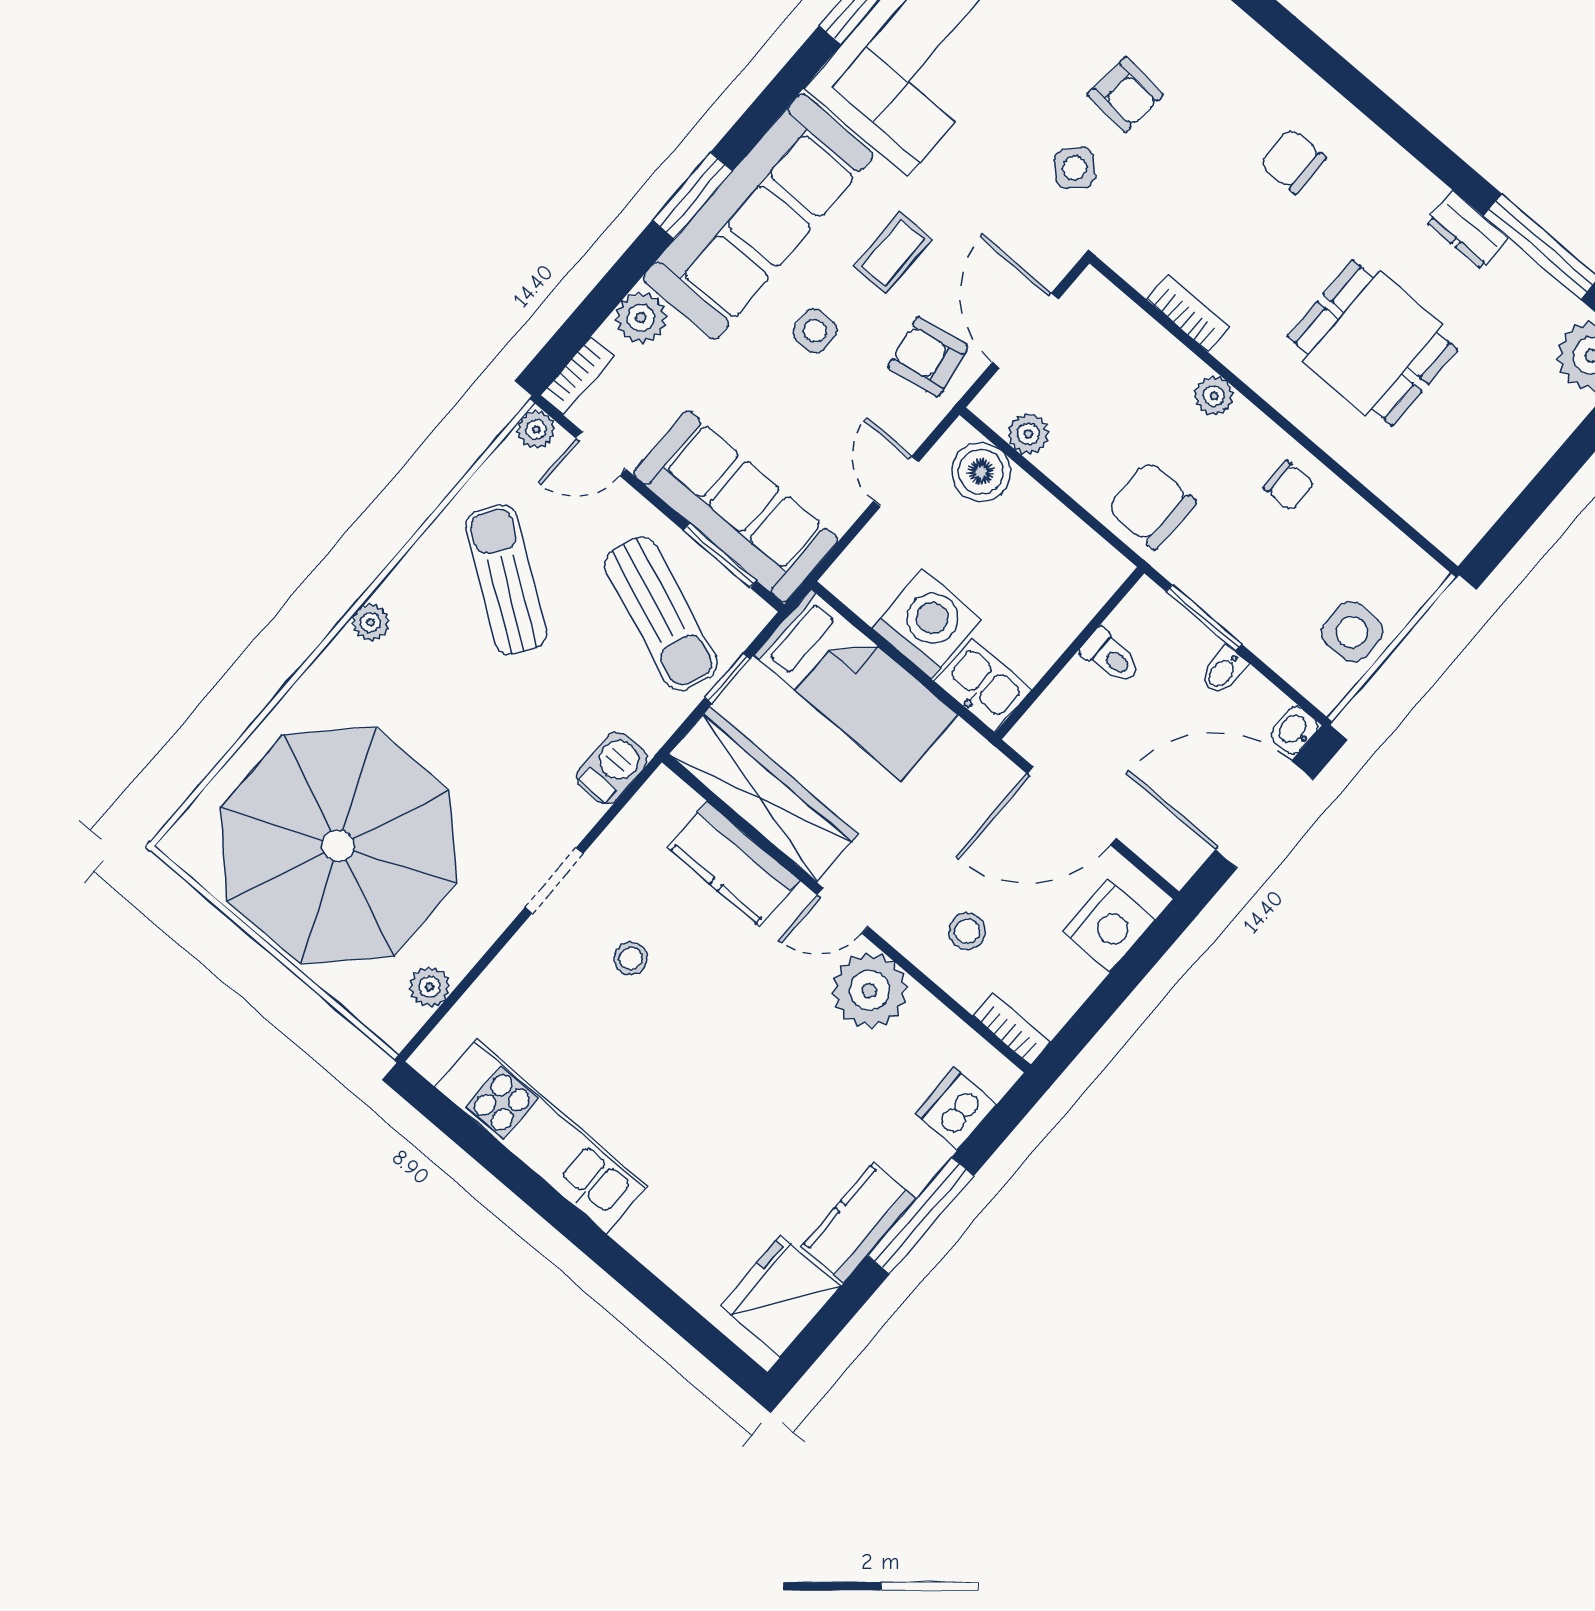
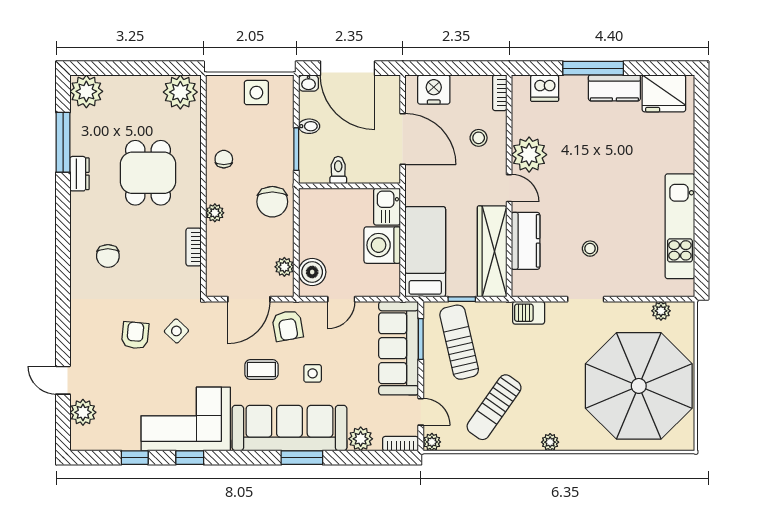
plant: (1459, 508) -> (180, 92), added
sun lounger: (661, 614) -> (459, 342), turned -34

